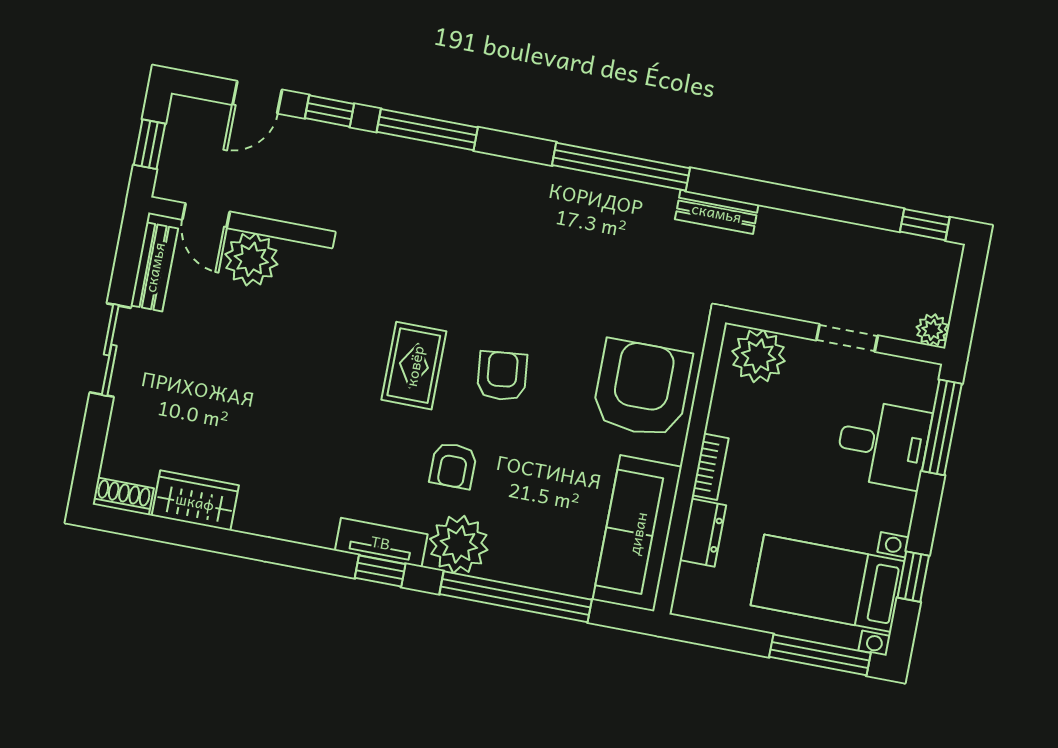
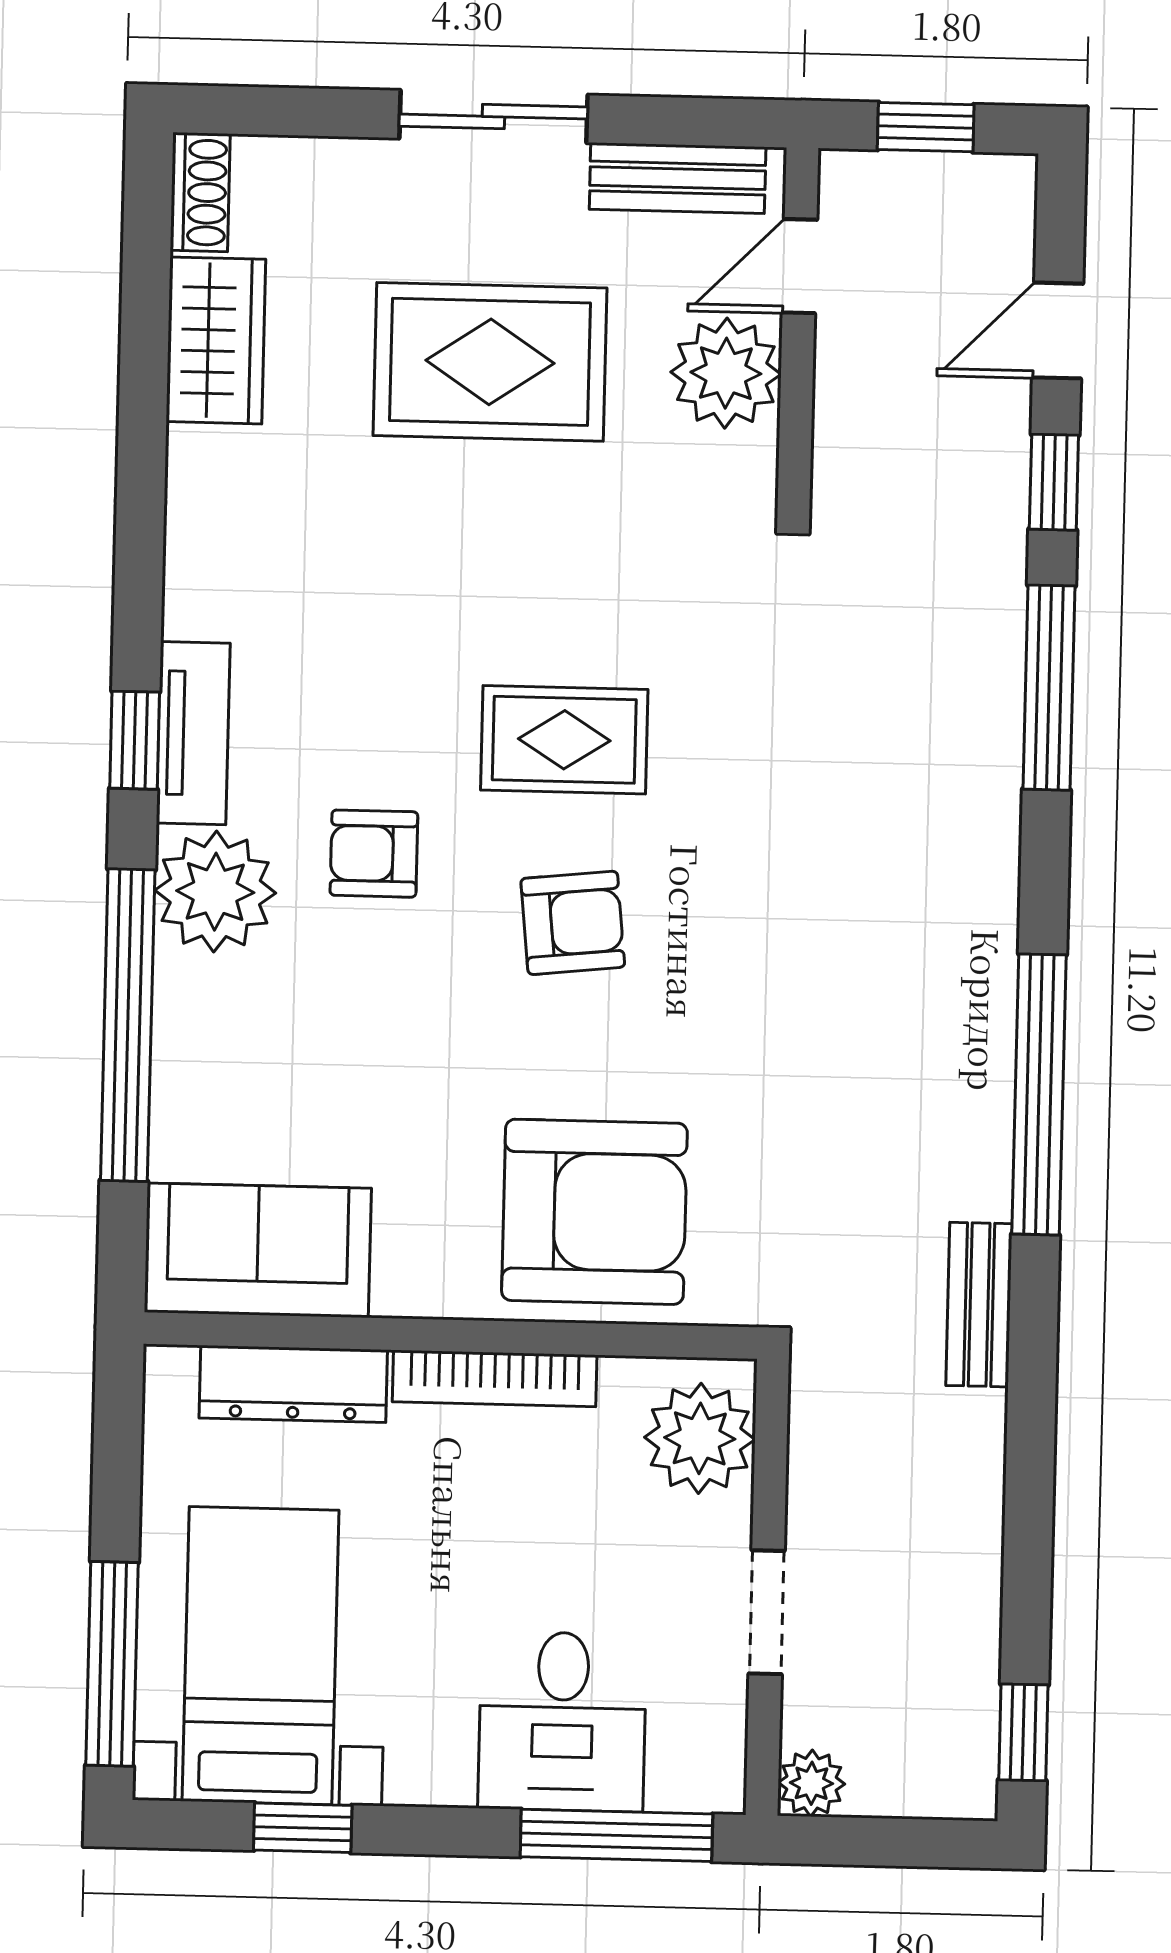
door: (257, 97) -> (1058, 331), hinge flipped
rug: (227, 371) -> (490, 362), added
bookcase: (710, 467) -> (495, 1378), width x1.56
sofa: (637, 533) -> (258, 1250), width x0.73
dresser: (703, 533) -> (293, 1384), width x1.44

